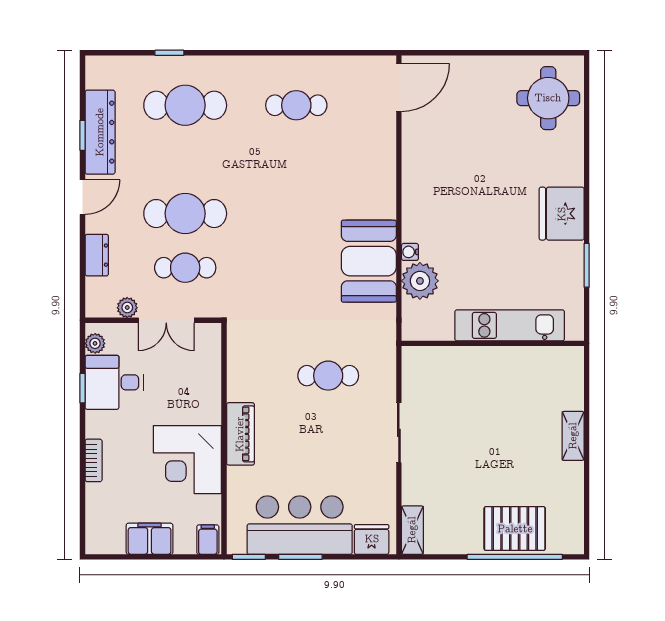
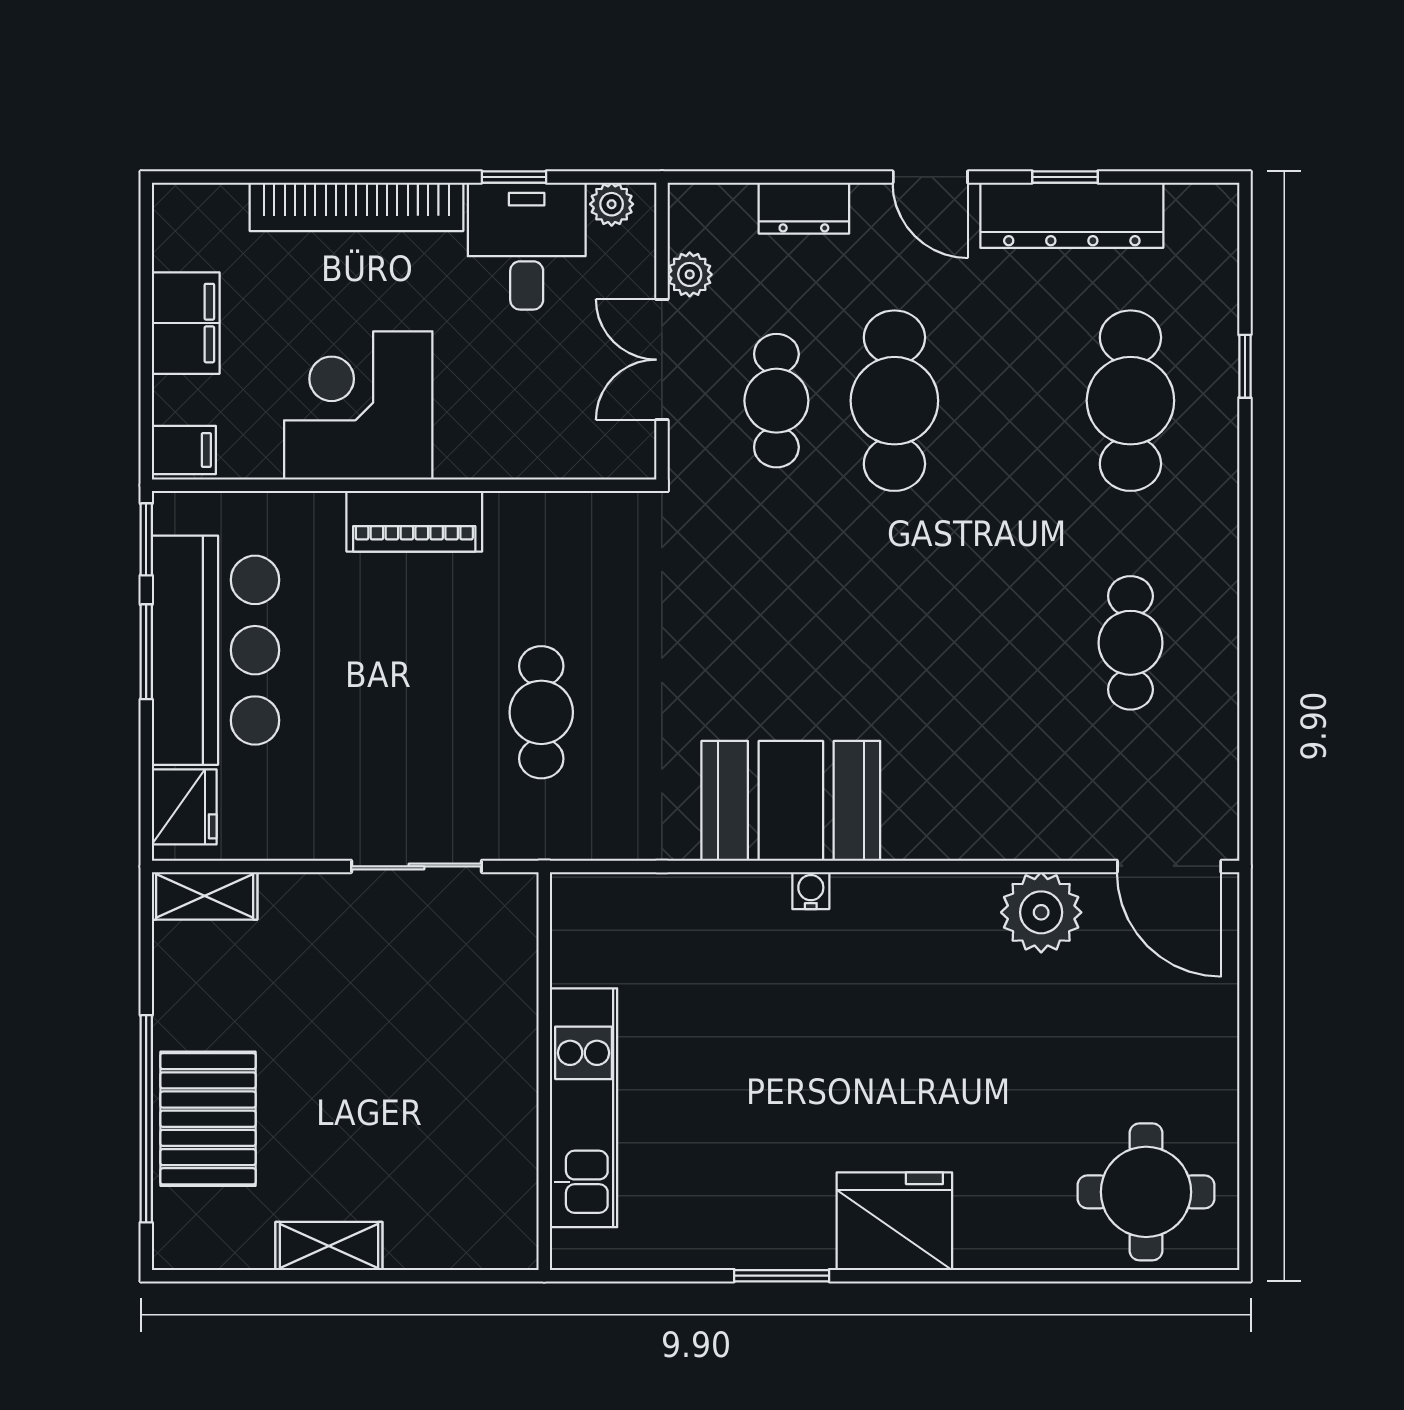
plant: (420, 281) -> (1041, 912), moved
kitchen unit: (510, 325) -> (583, 1108), moved
wall: (493, 343) -> (544, 1071), moved
shelving: (573, 436) -> (329, 1246), moved
bookcase: (94, 460) -> (356, 207), width x2.31, depth x1.31

